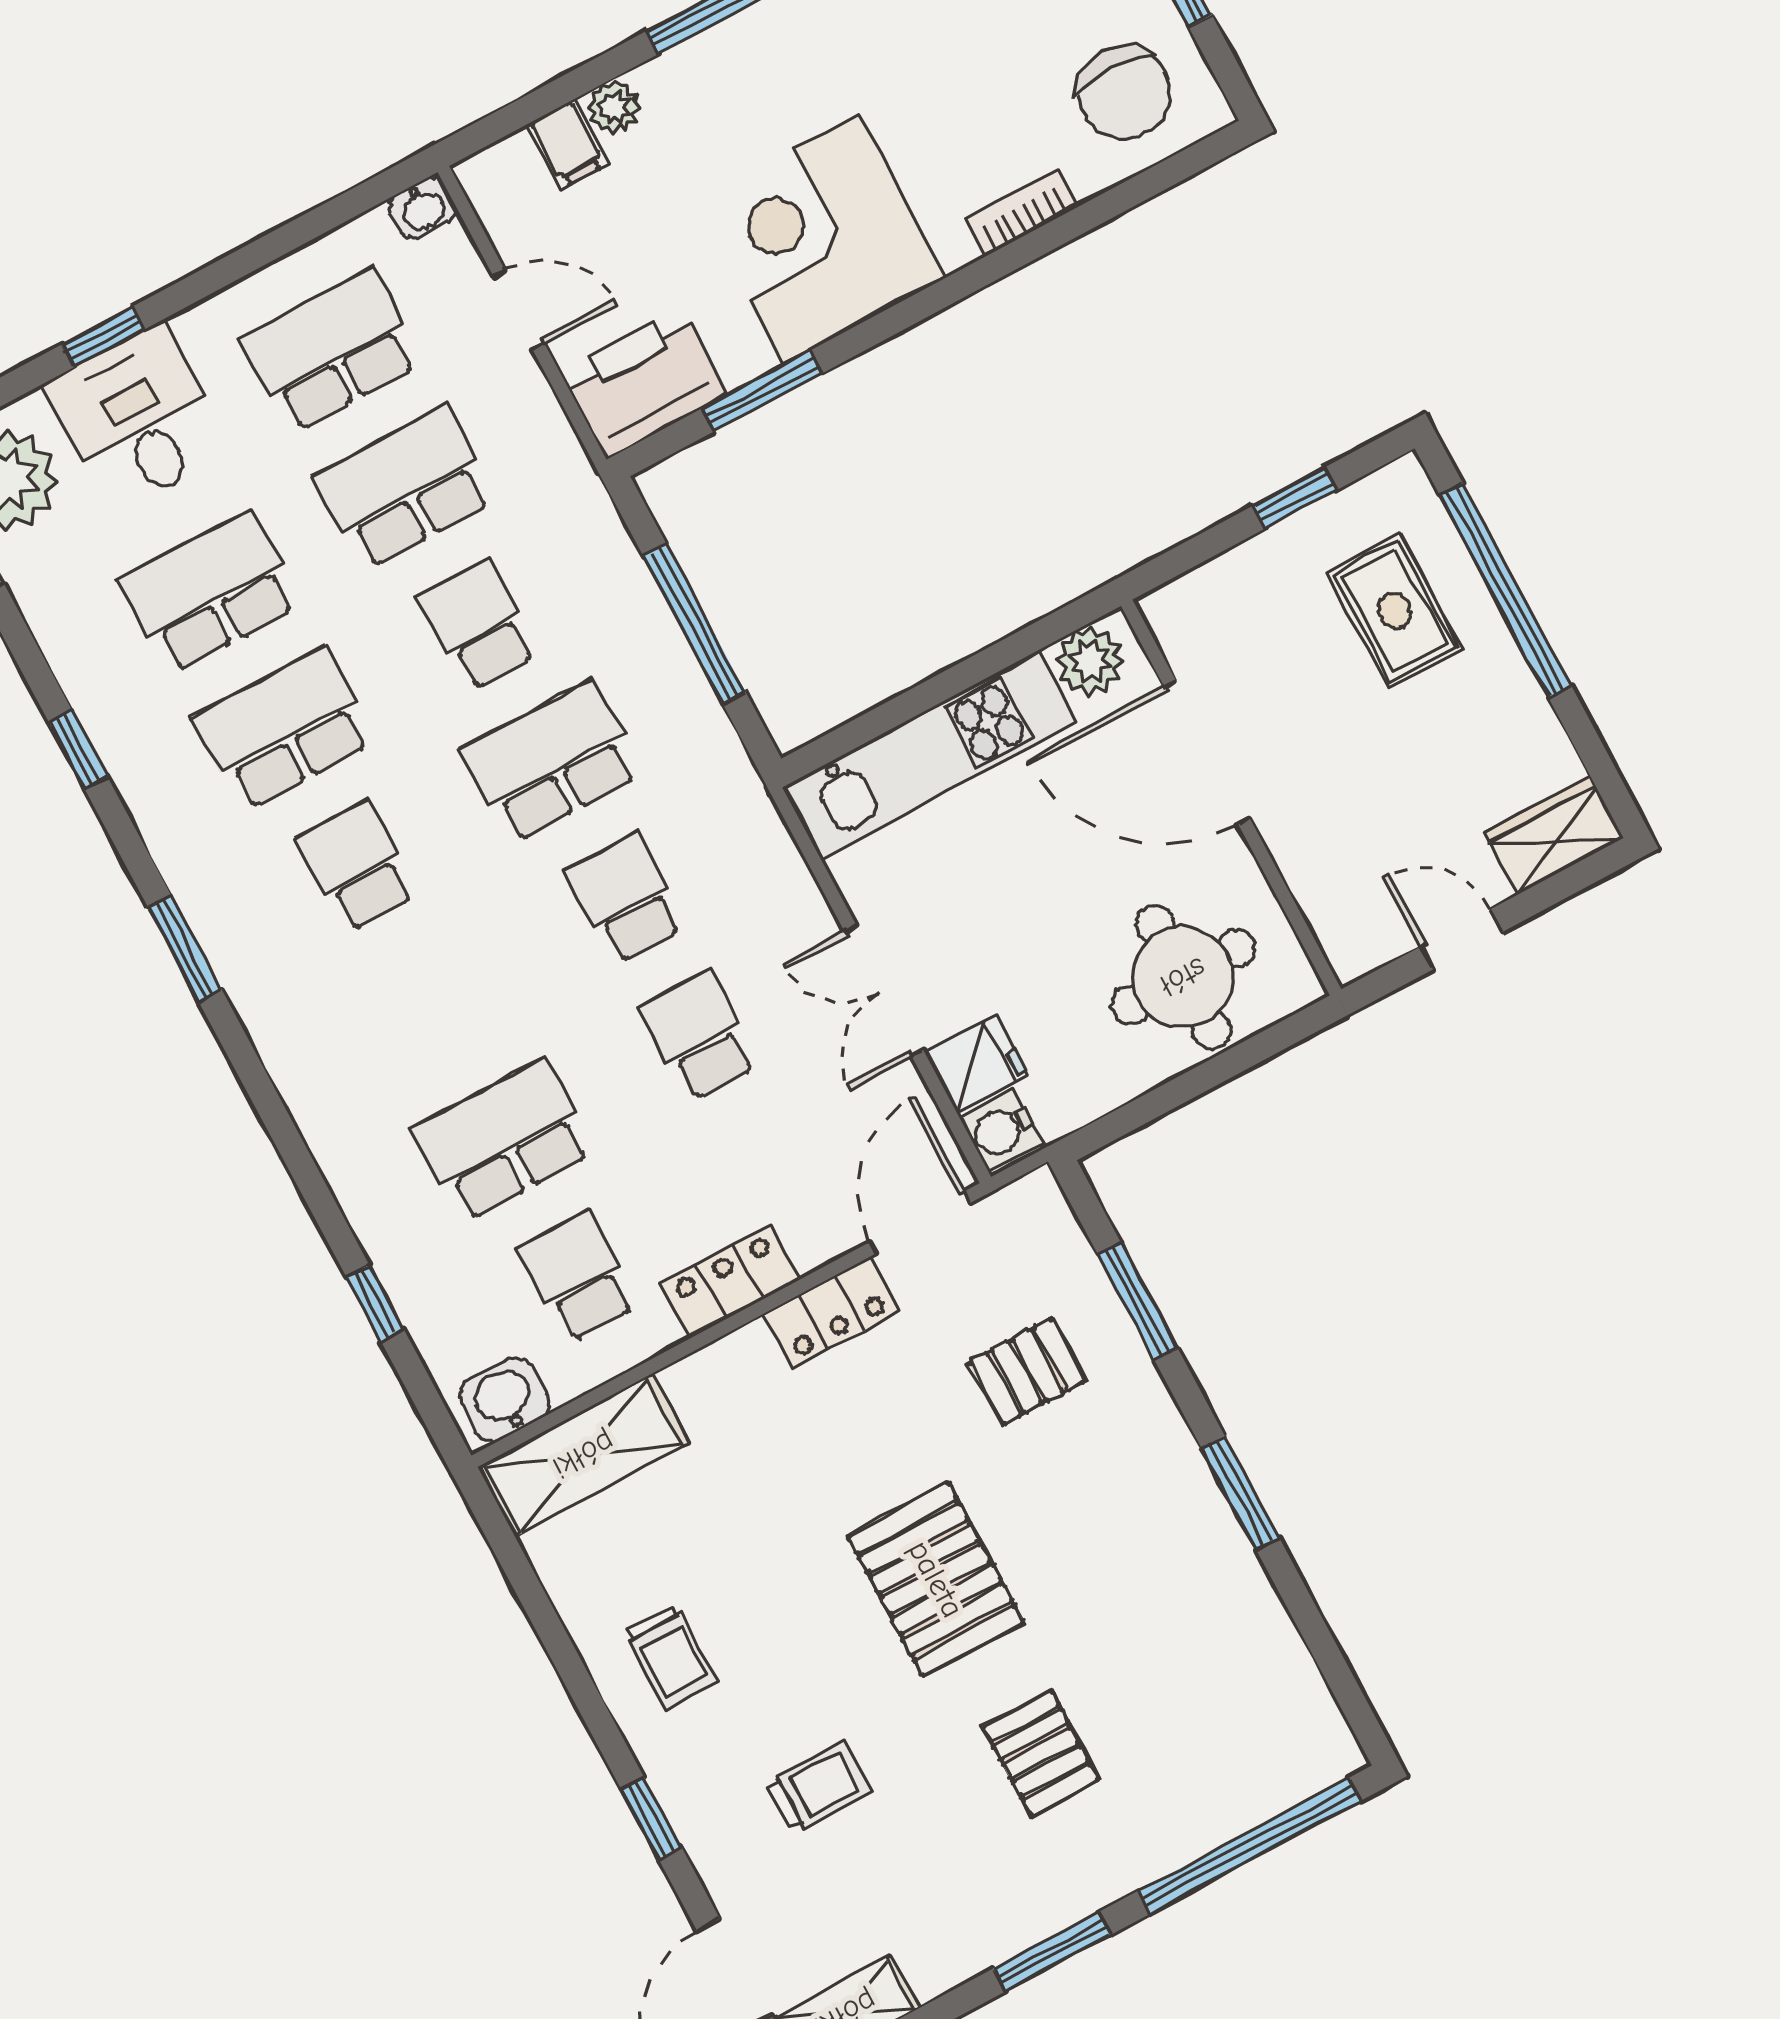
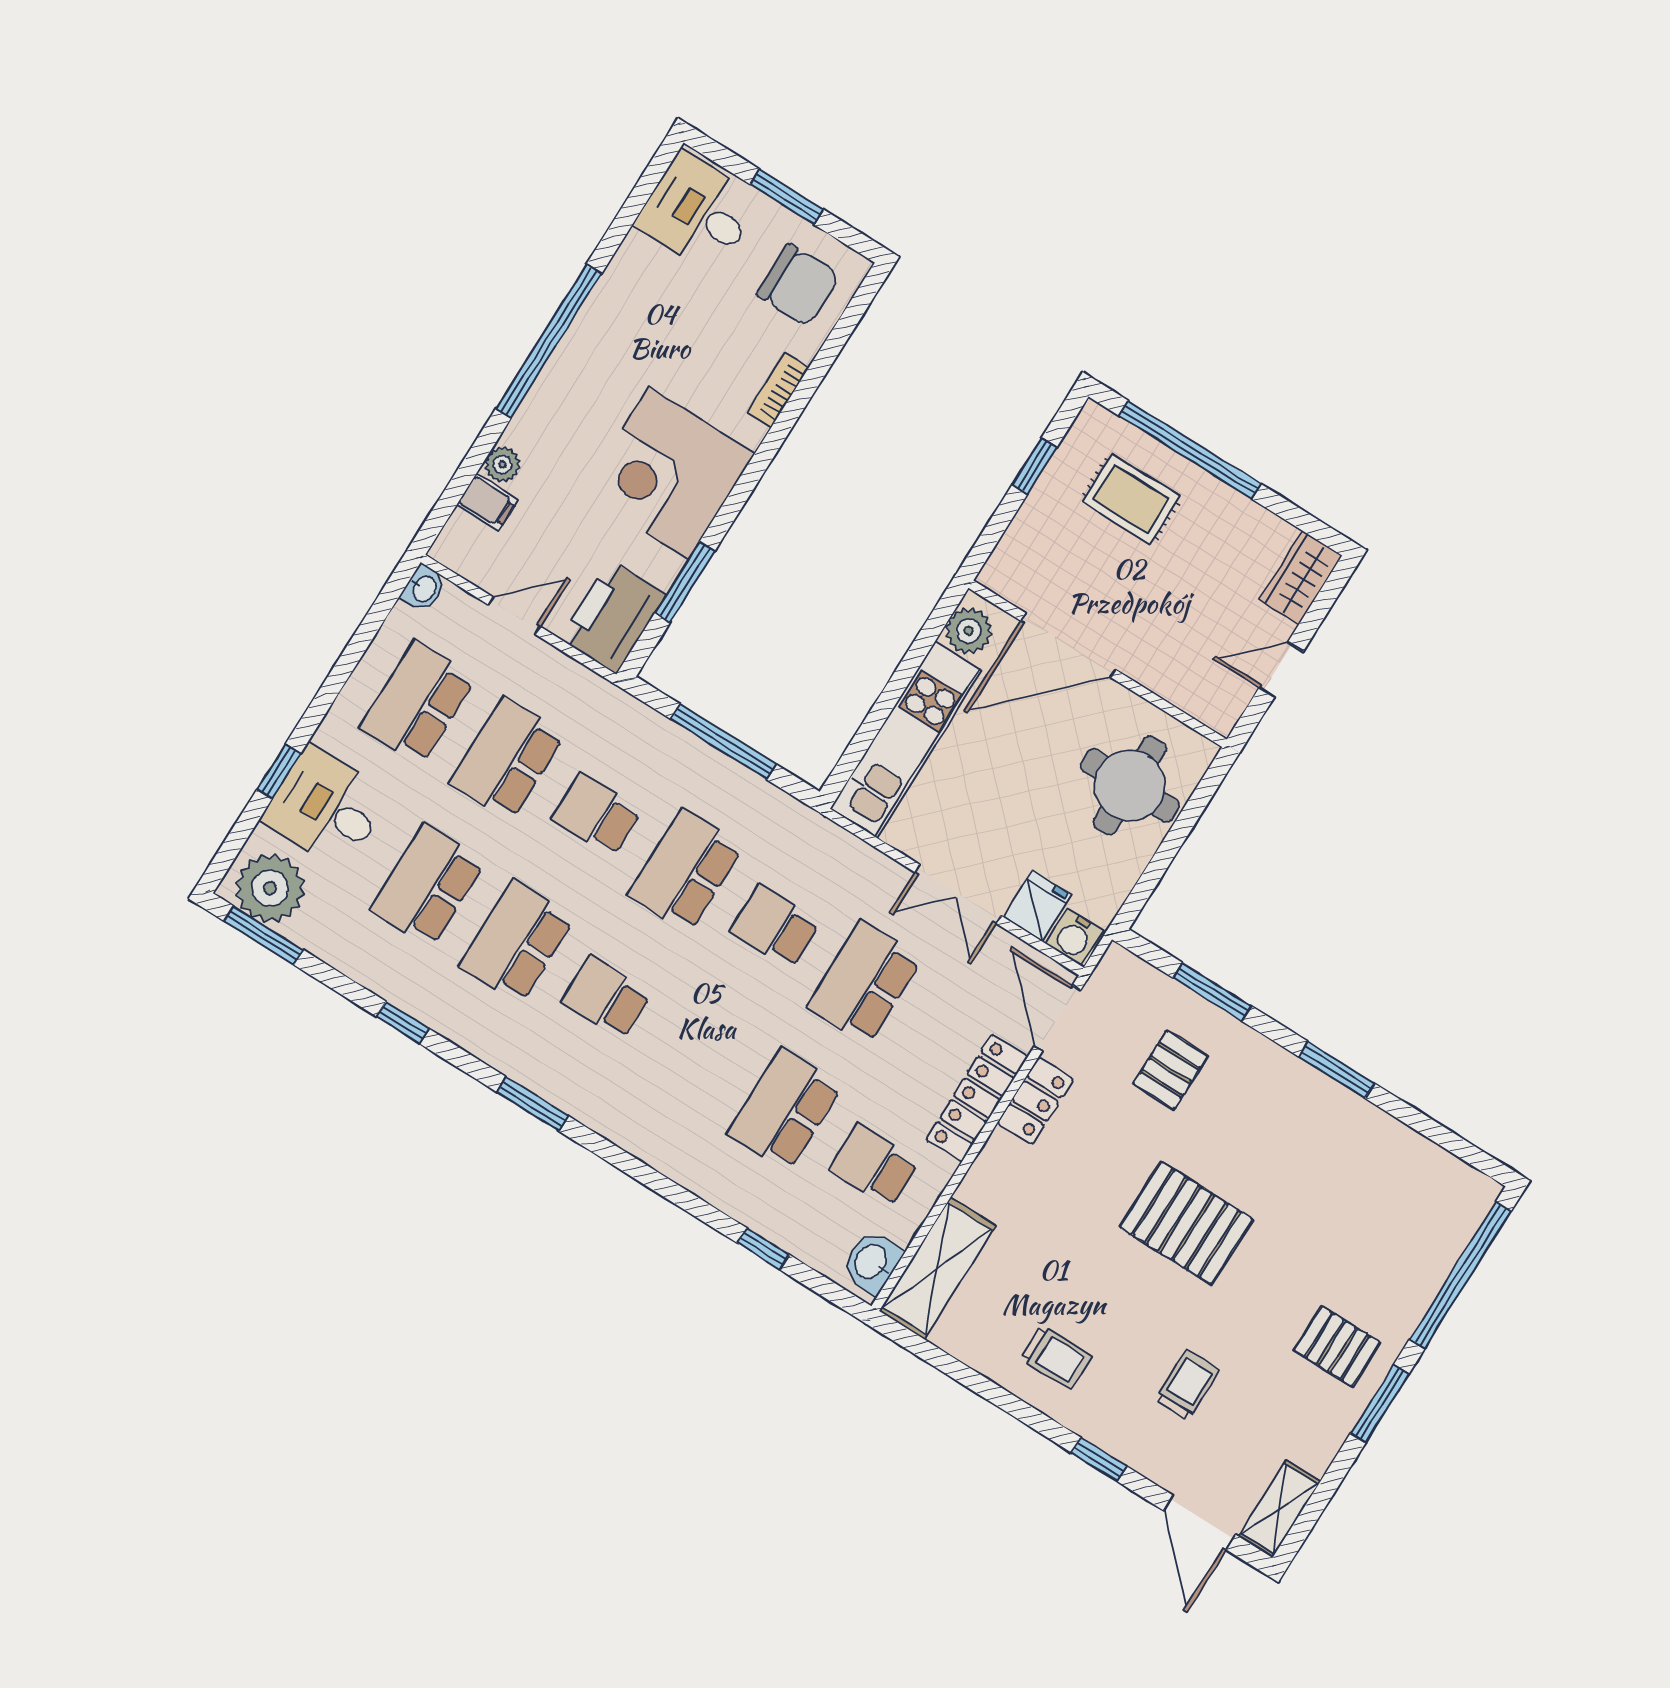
school desk: (699, 1036) -> (864, 983), width x1.85
locker: (730, 1281) -> (977, 1098), width x1.53
pallet: (1041, 1753) -> (1337, 1346), moved

